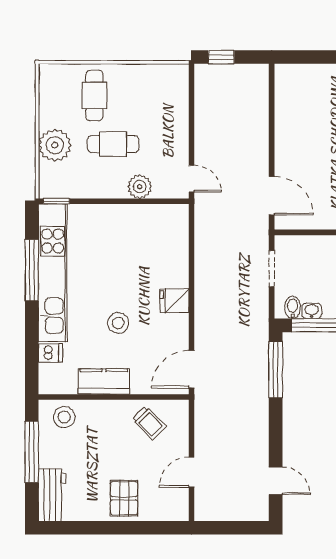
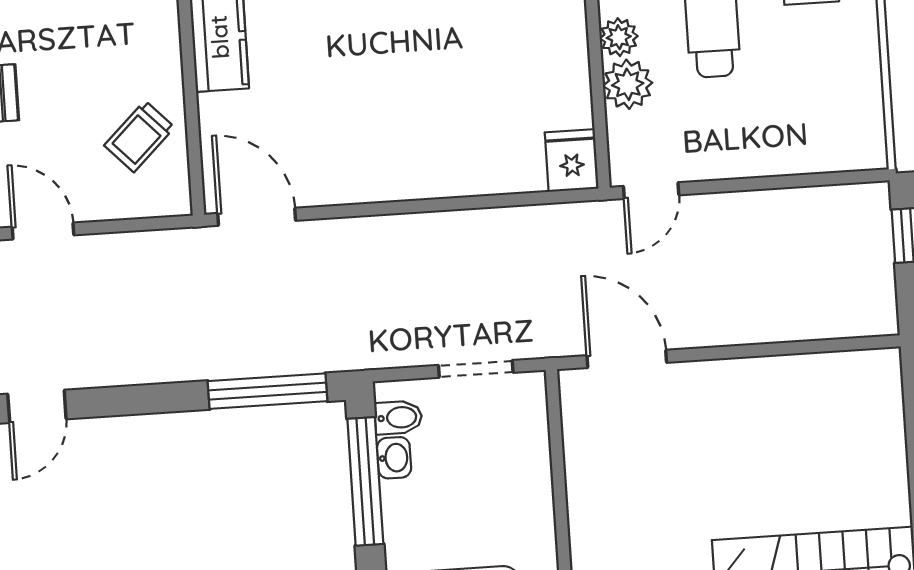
plant: (117, 189) -> (619, 37), added
door: (272, 196) -> (627, 359), swing flipped
fridge: (175, 301) -> (572, 160), moved
stool: (118, 323) -> (342, 58), removed

